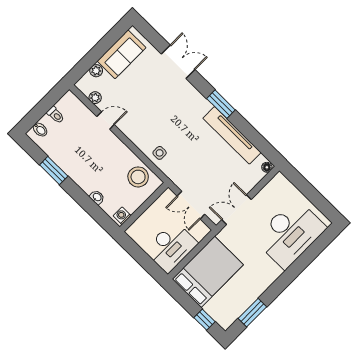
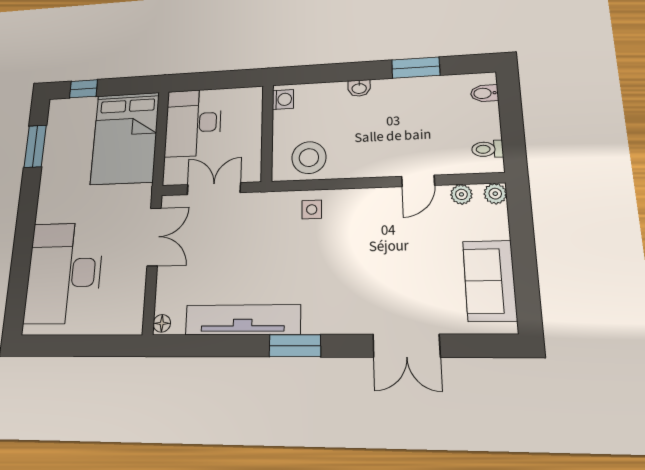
plant: (96, 71) -> (495, 194), moved
toilet: (56, 115) -> (487, 149), moved
washbasin: (97, 197) -> (359, 88), moved

